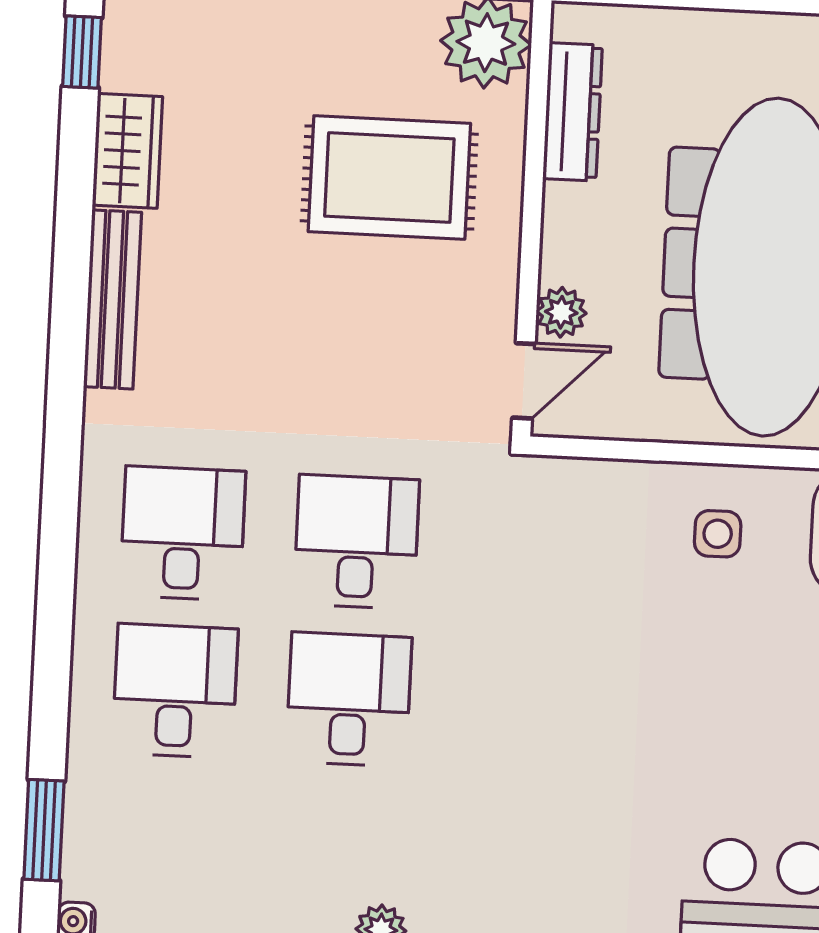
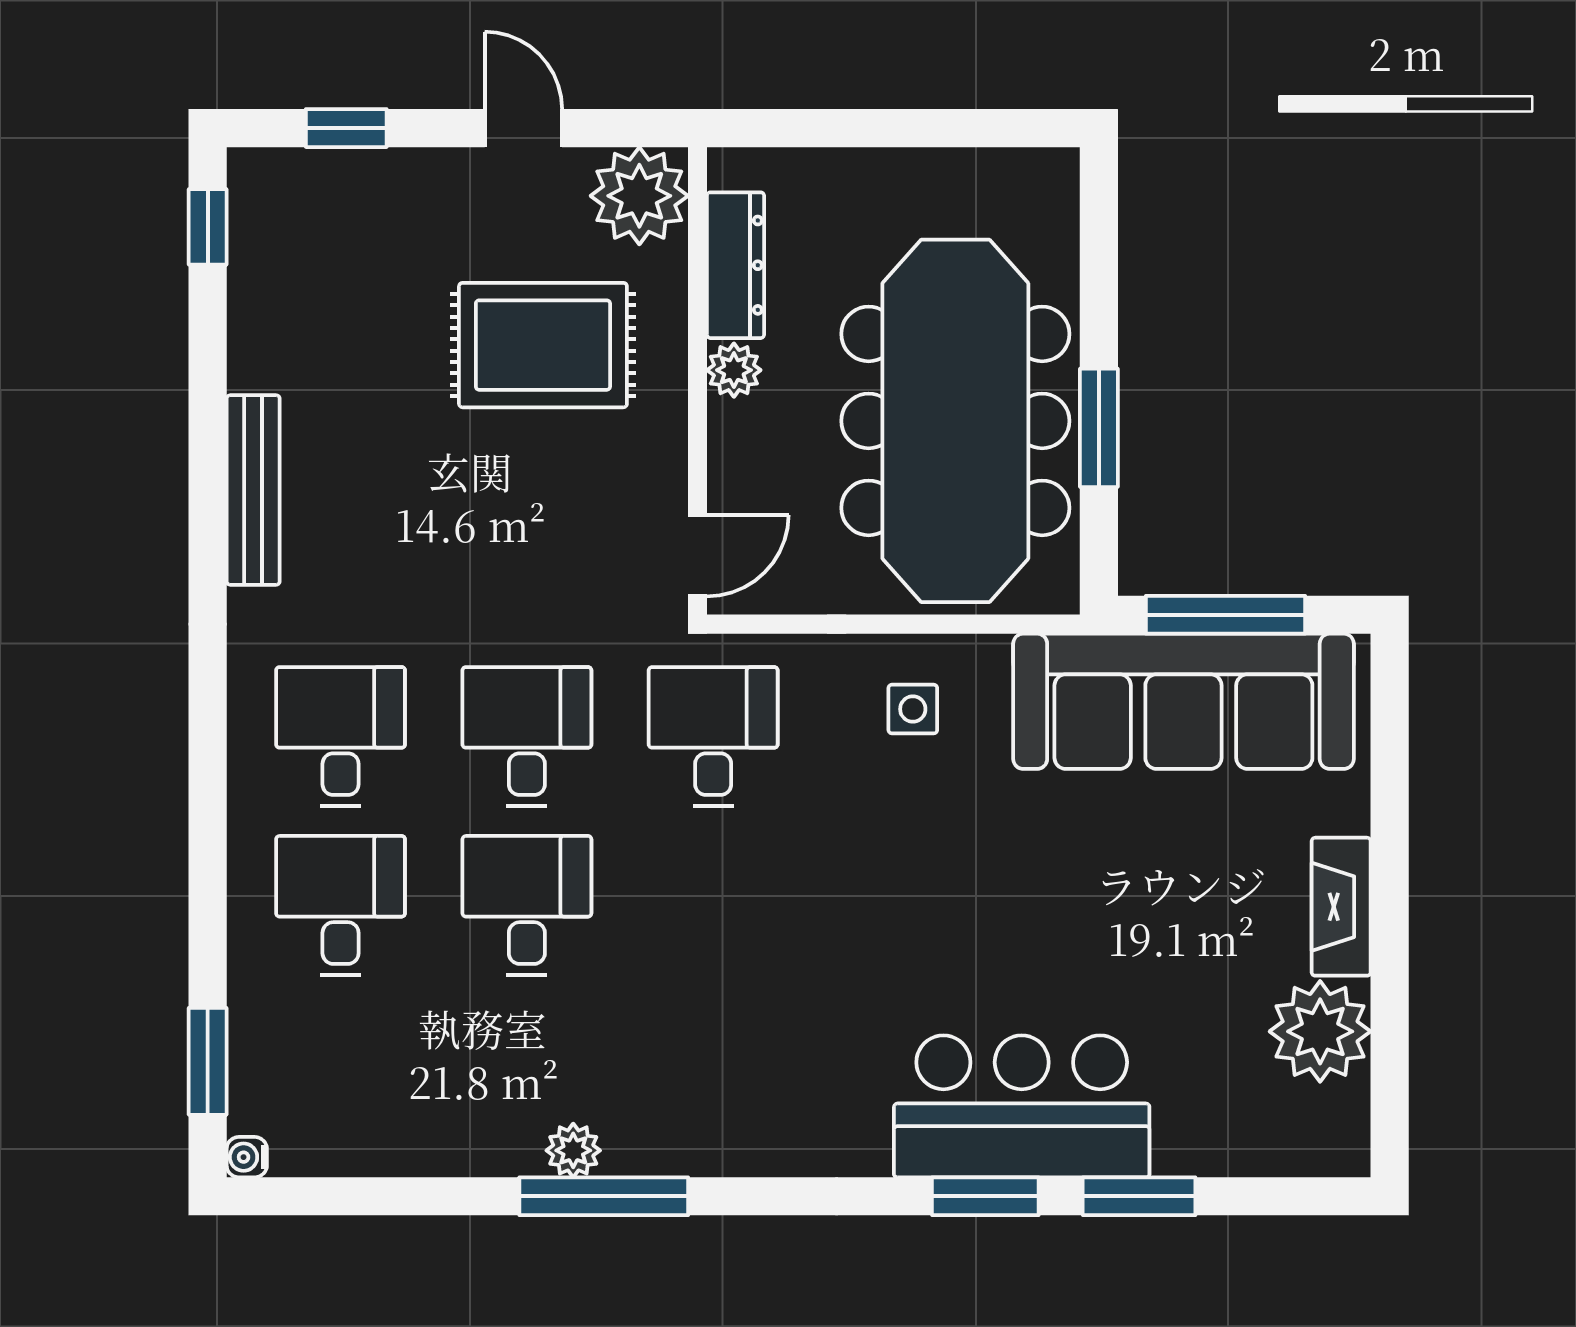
wardrobe: (127, 151) -> (261, 330), removed
plant: (561, 312) -> (734, 370), moved
desk: (530, 550) -> (713, 737), added

